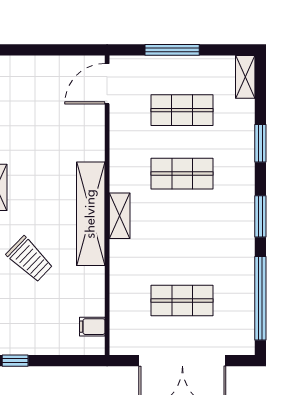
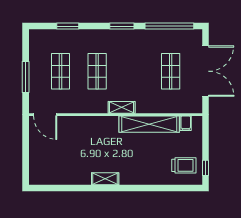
shelving: (245, 77) -> (41, 35), removed
window: (260, 143) -> (68, 26), moved
shelving: (91, 214) -> (149, 124), moved
trolley: (30, 259) -> (184, 165), moved, turned 46

